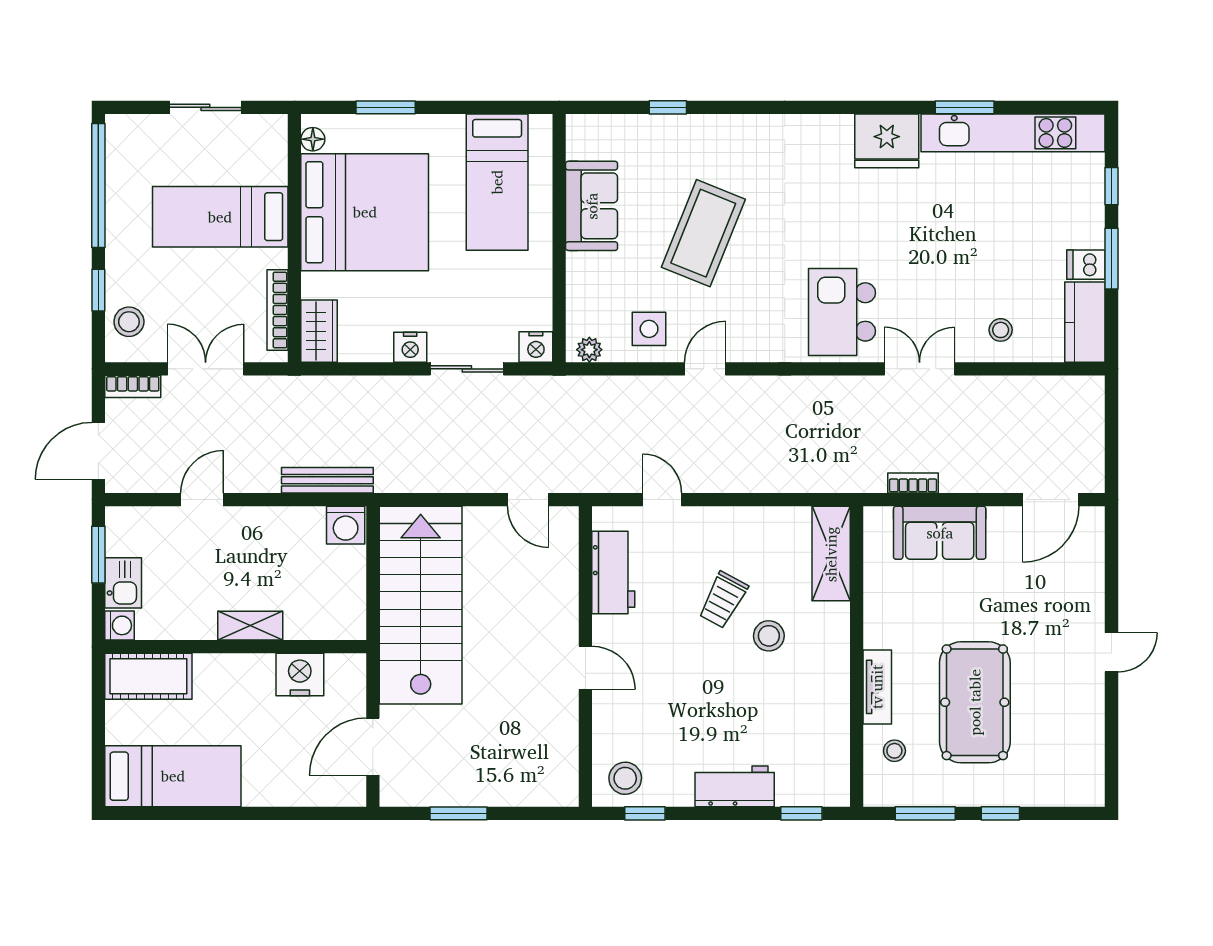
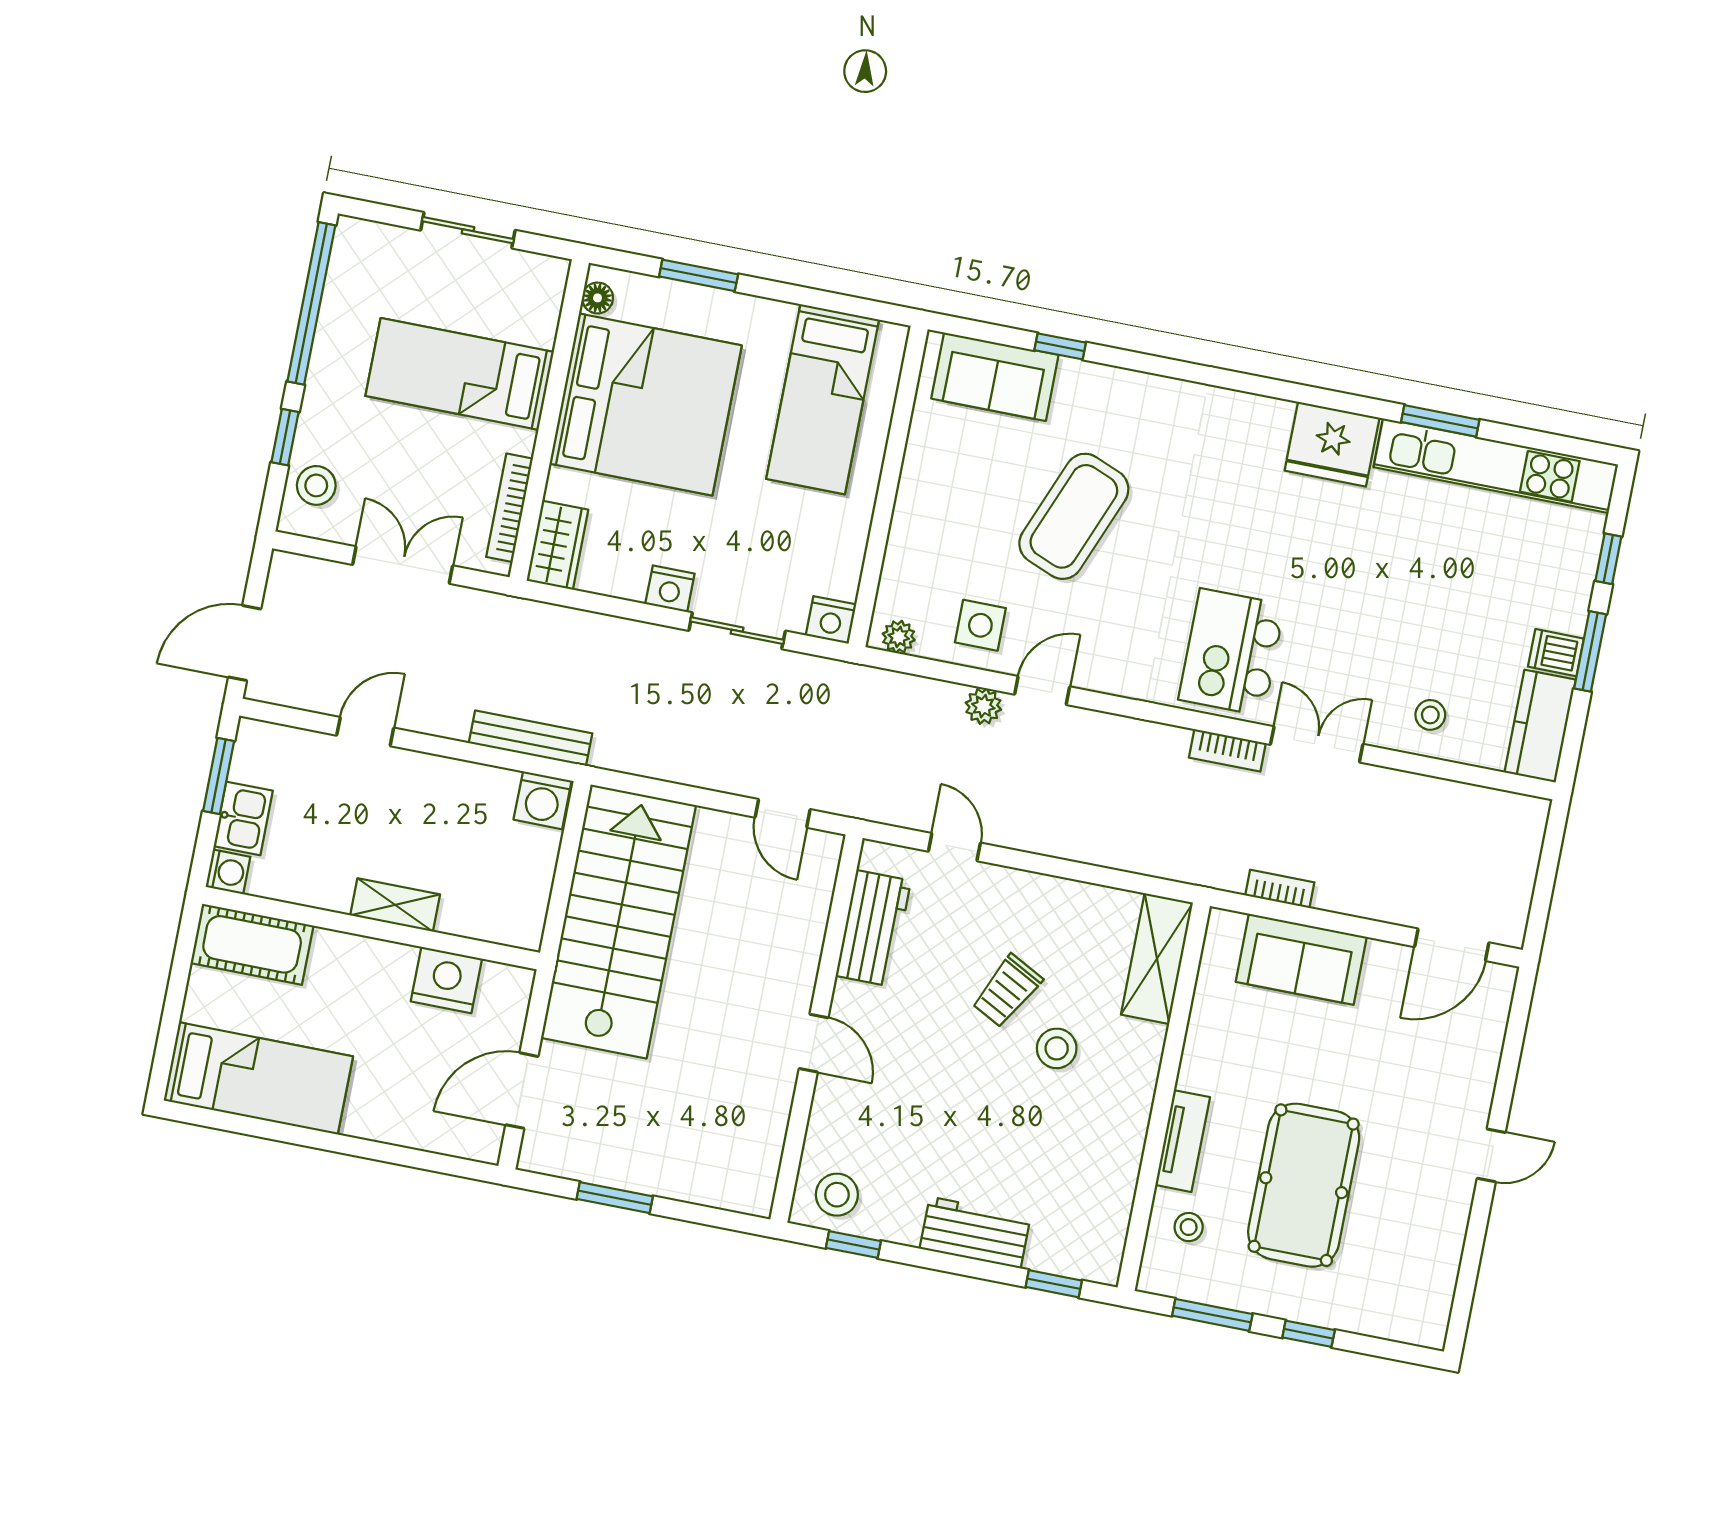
sofa: (592, 206) -> (995, 377), moved, turned 90
bookcase: (133, 387) -> (1227, 750), moved
plant: (663, 389) -> (983, 706), added

